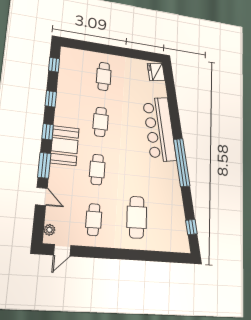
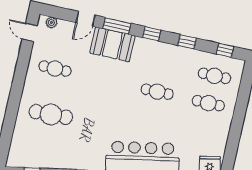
booth: (65, 146) -> (112, 44), moved
cafe table: (97, 170) -> (214, 76), moved

